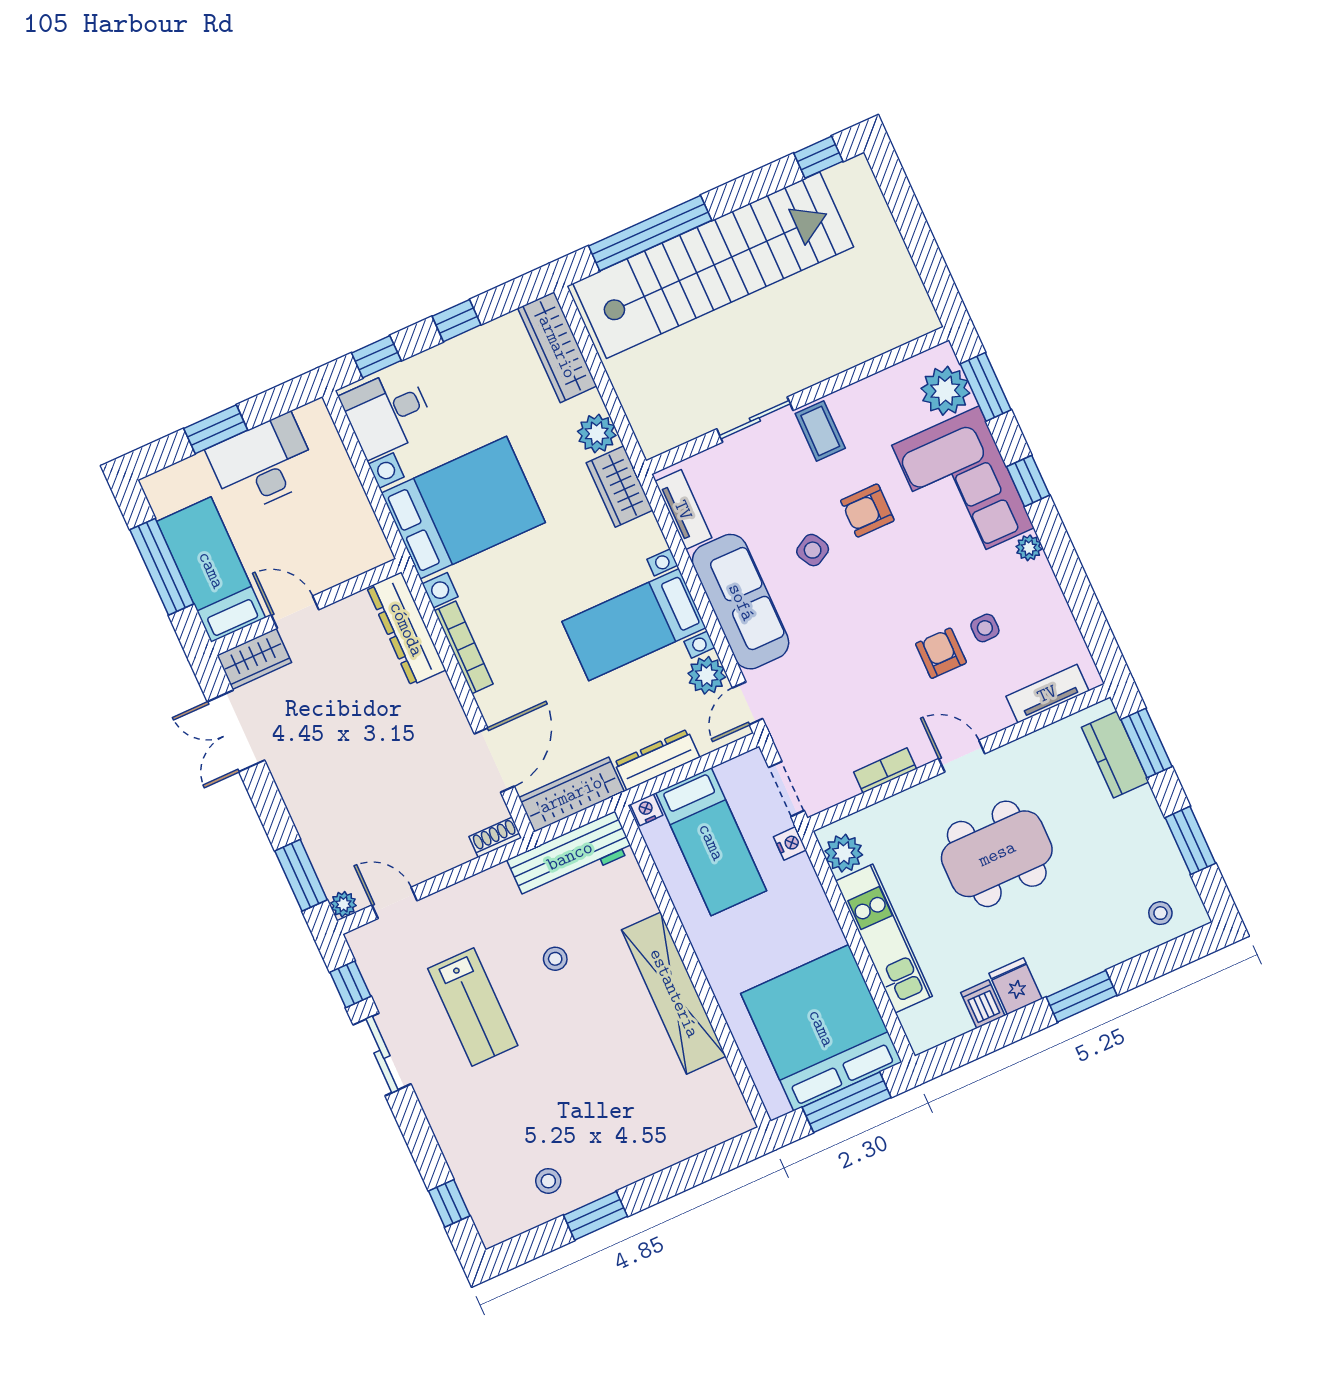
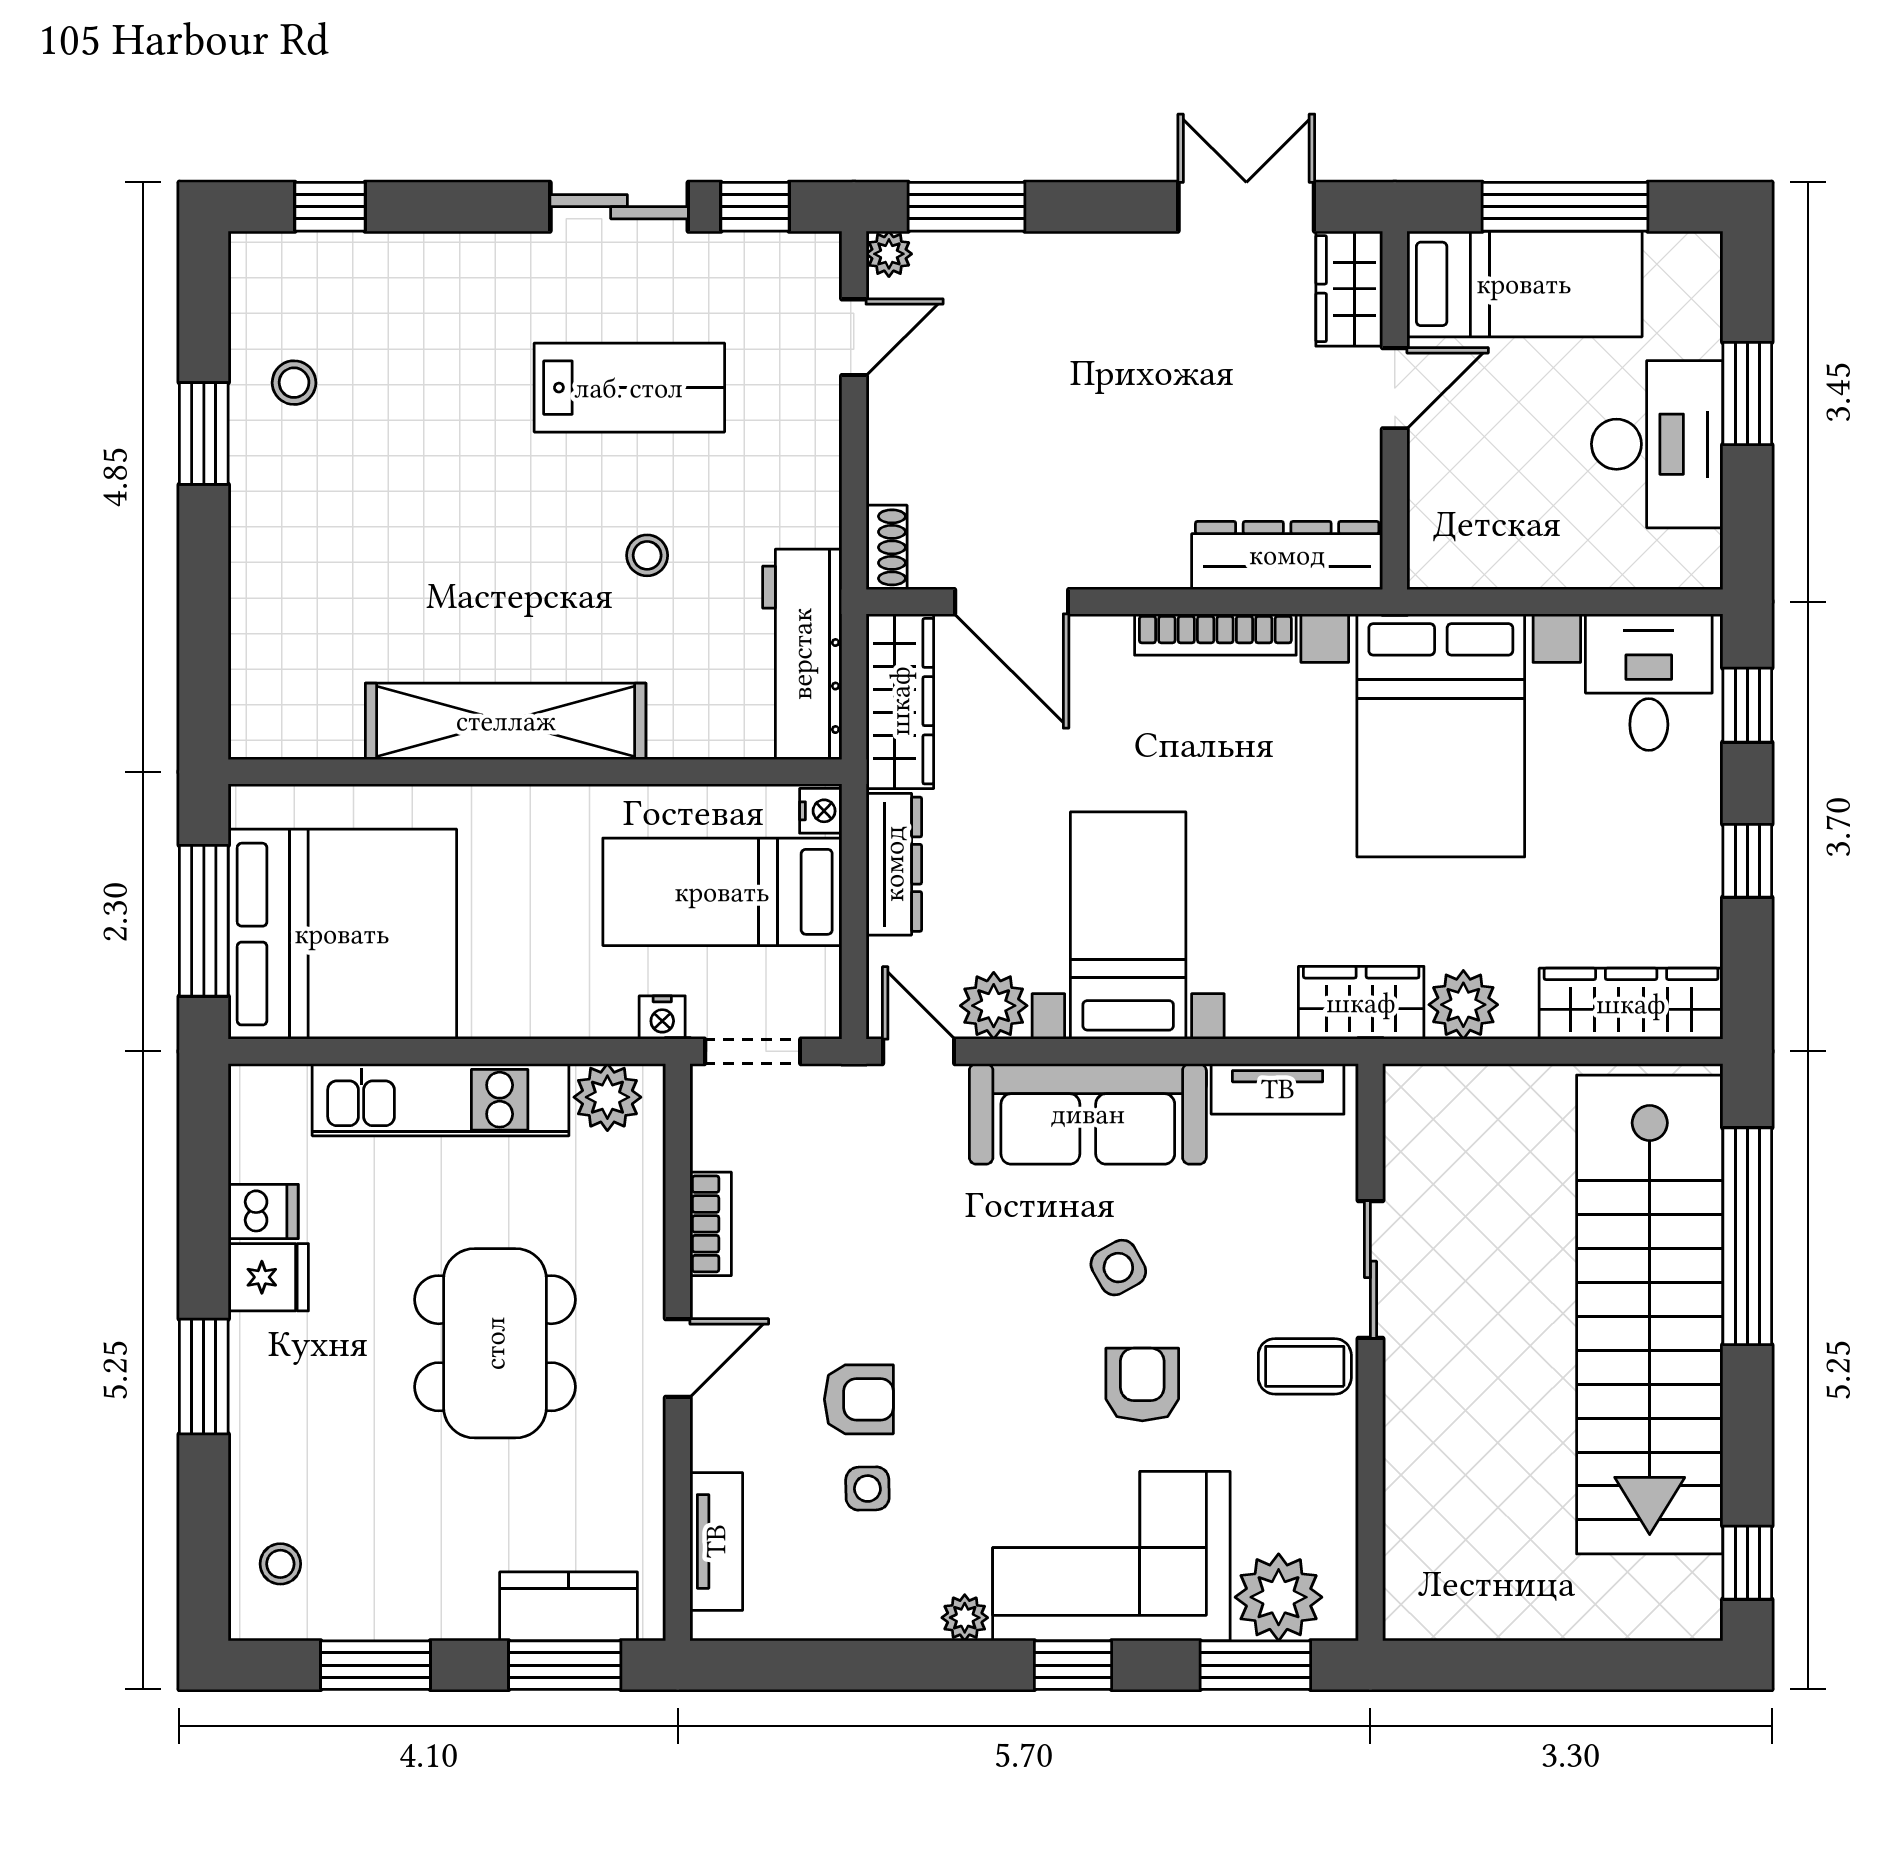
lab bench: (473, 1007) -> (629, 388), turned 180

